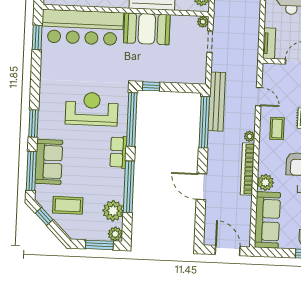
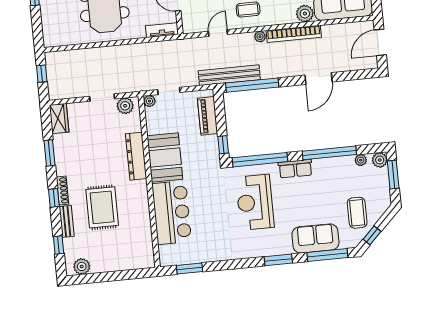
bar counter: (82, 27) -> (172, 212), width x0.73
piano: (181, 75) -> (208, 116), added
plant: (113, 211) -> (361, 160), width x0.53, depth x0.53

